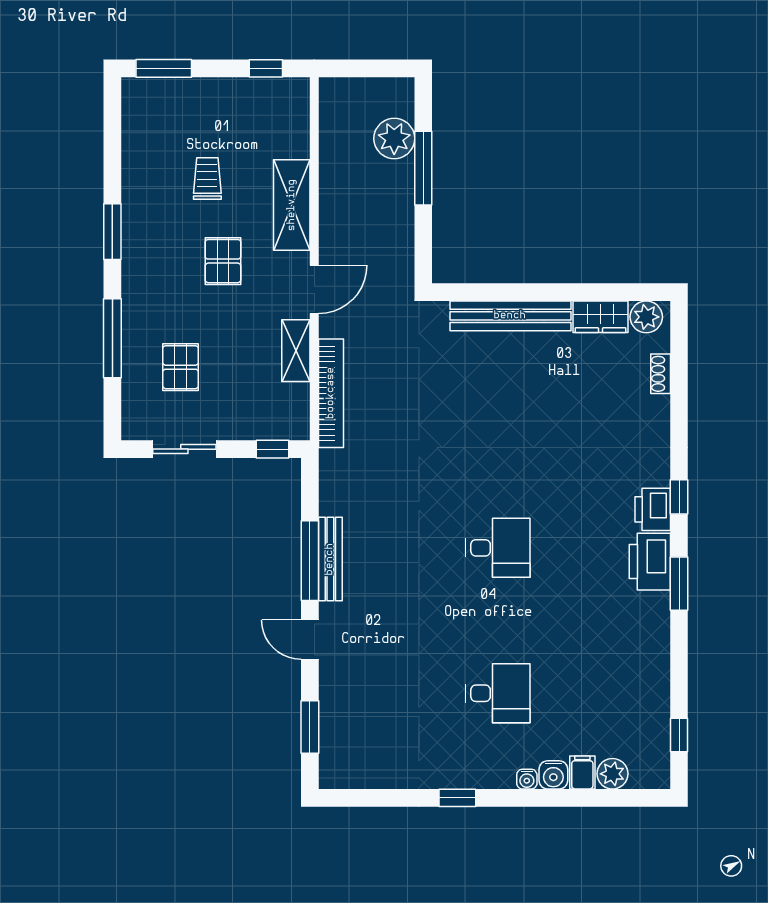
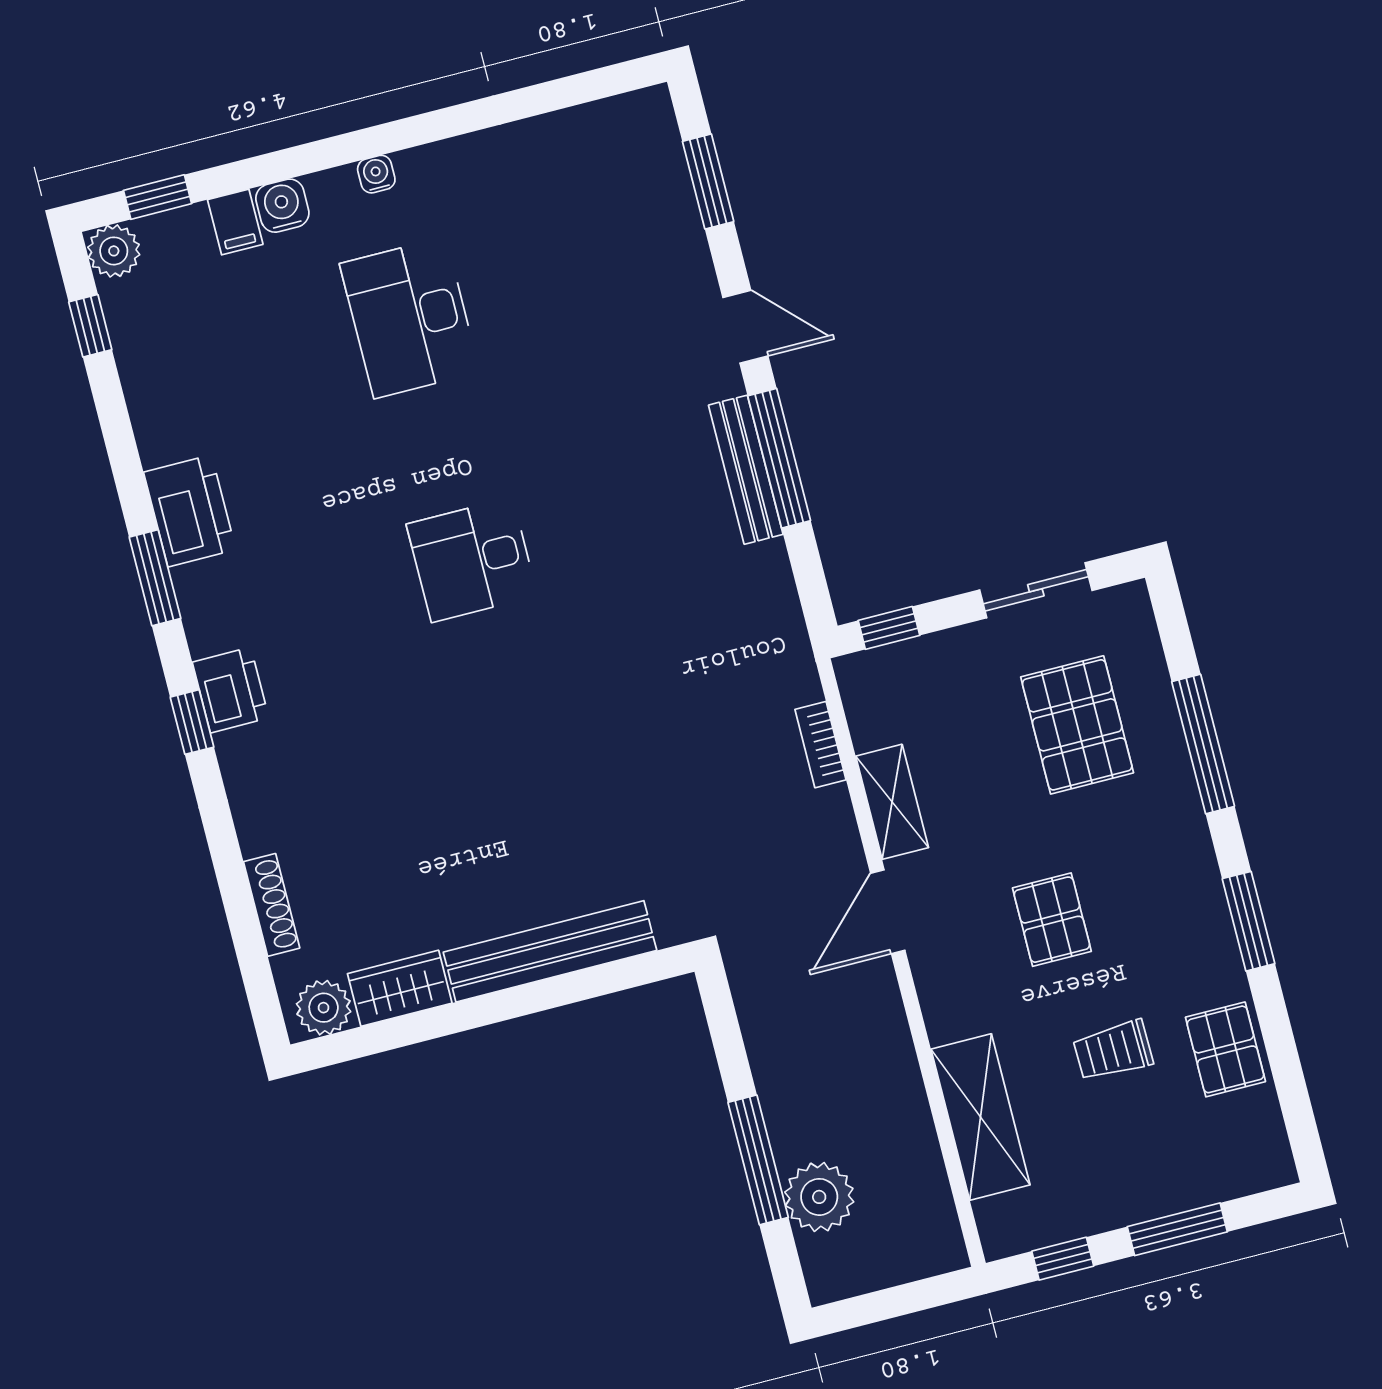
window: (164, 68) -> (1177, 1229), moved
pallet: (144, 163) -> (1225, 1049), added
trolley: (207, 178) -> (1113, 1051), turned 89
shelving: (292, 205) -> (980, 1117), moved
pallet: (181, 367) -> (1077, 725), width x1.50, depth x1.42
shoe rack: (661, 374) -> (272, 905), width x1.43
bookcase: (331, 393) -> (820, 745), width x0.43, depth x0.76
printer: (650, 562) -> (190, 511), moved
desk: (498, 693) -> (410, 318), width x1.37
plant: (612, 774) -> (114, 251), moved
water cooler: (527, 779) -> (376, 174), moved
window: (457, 798) -> (158, 197), moved

